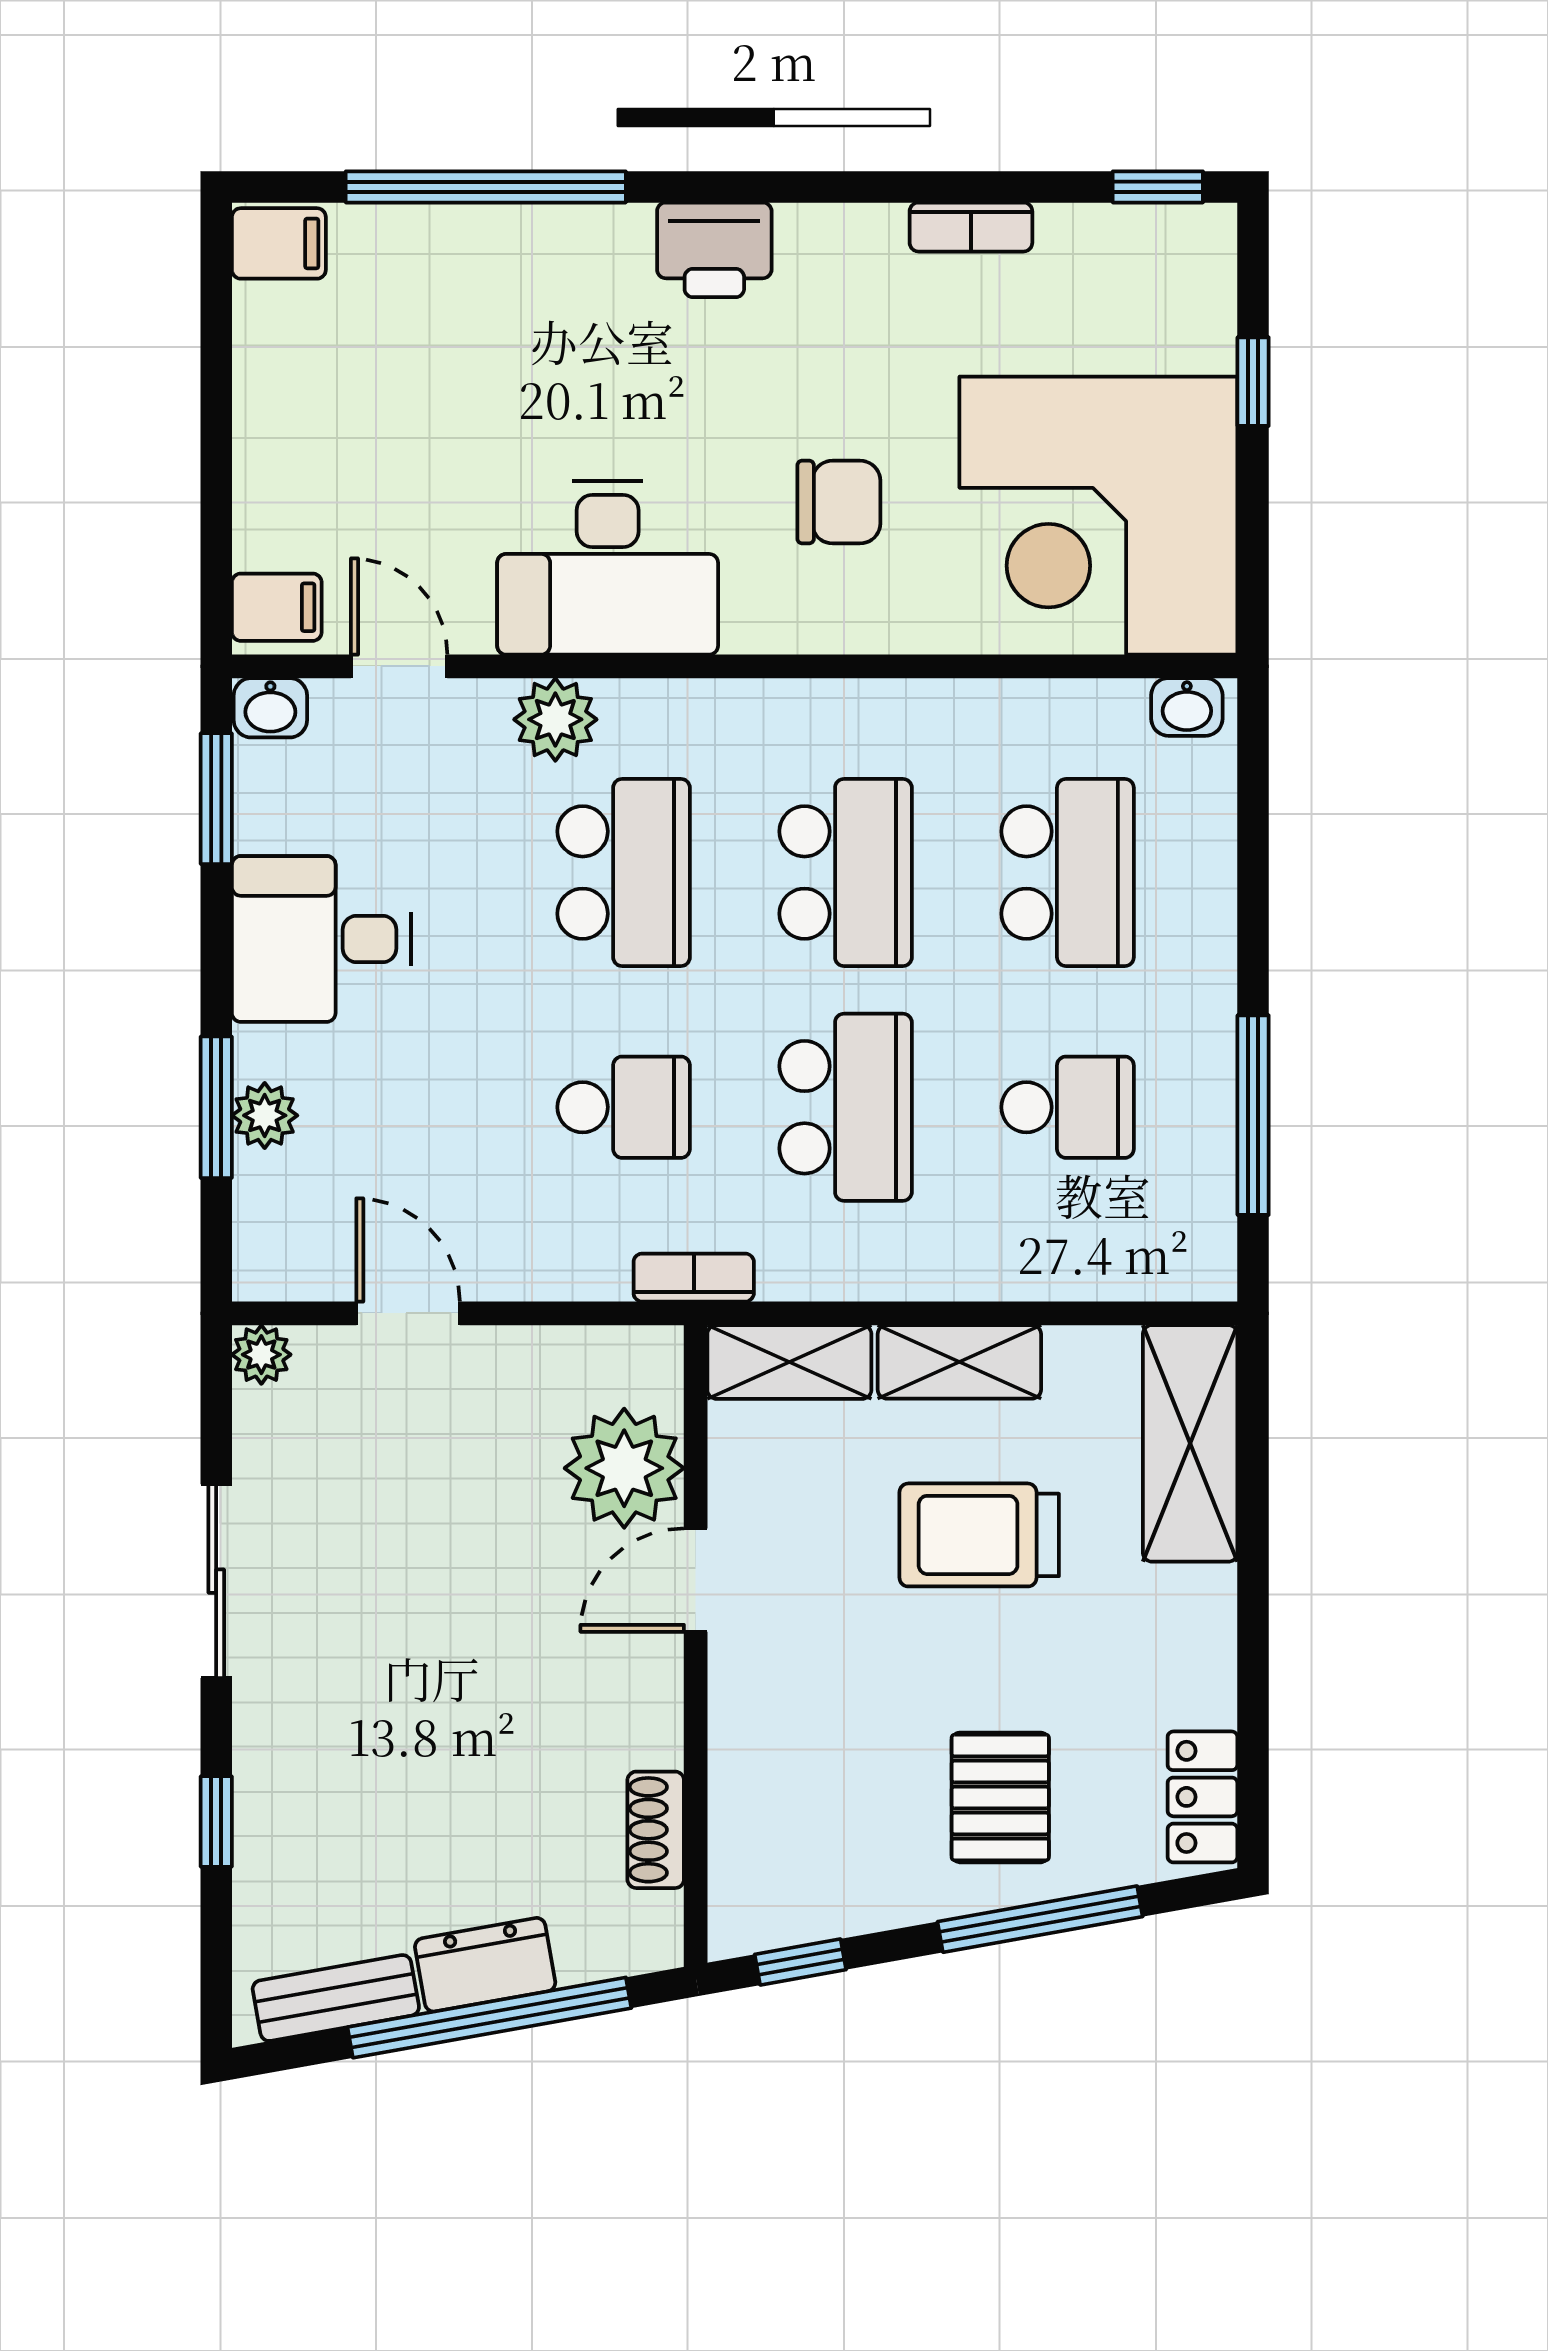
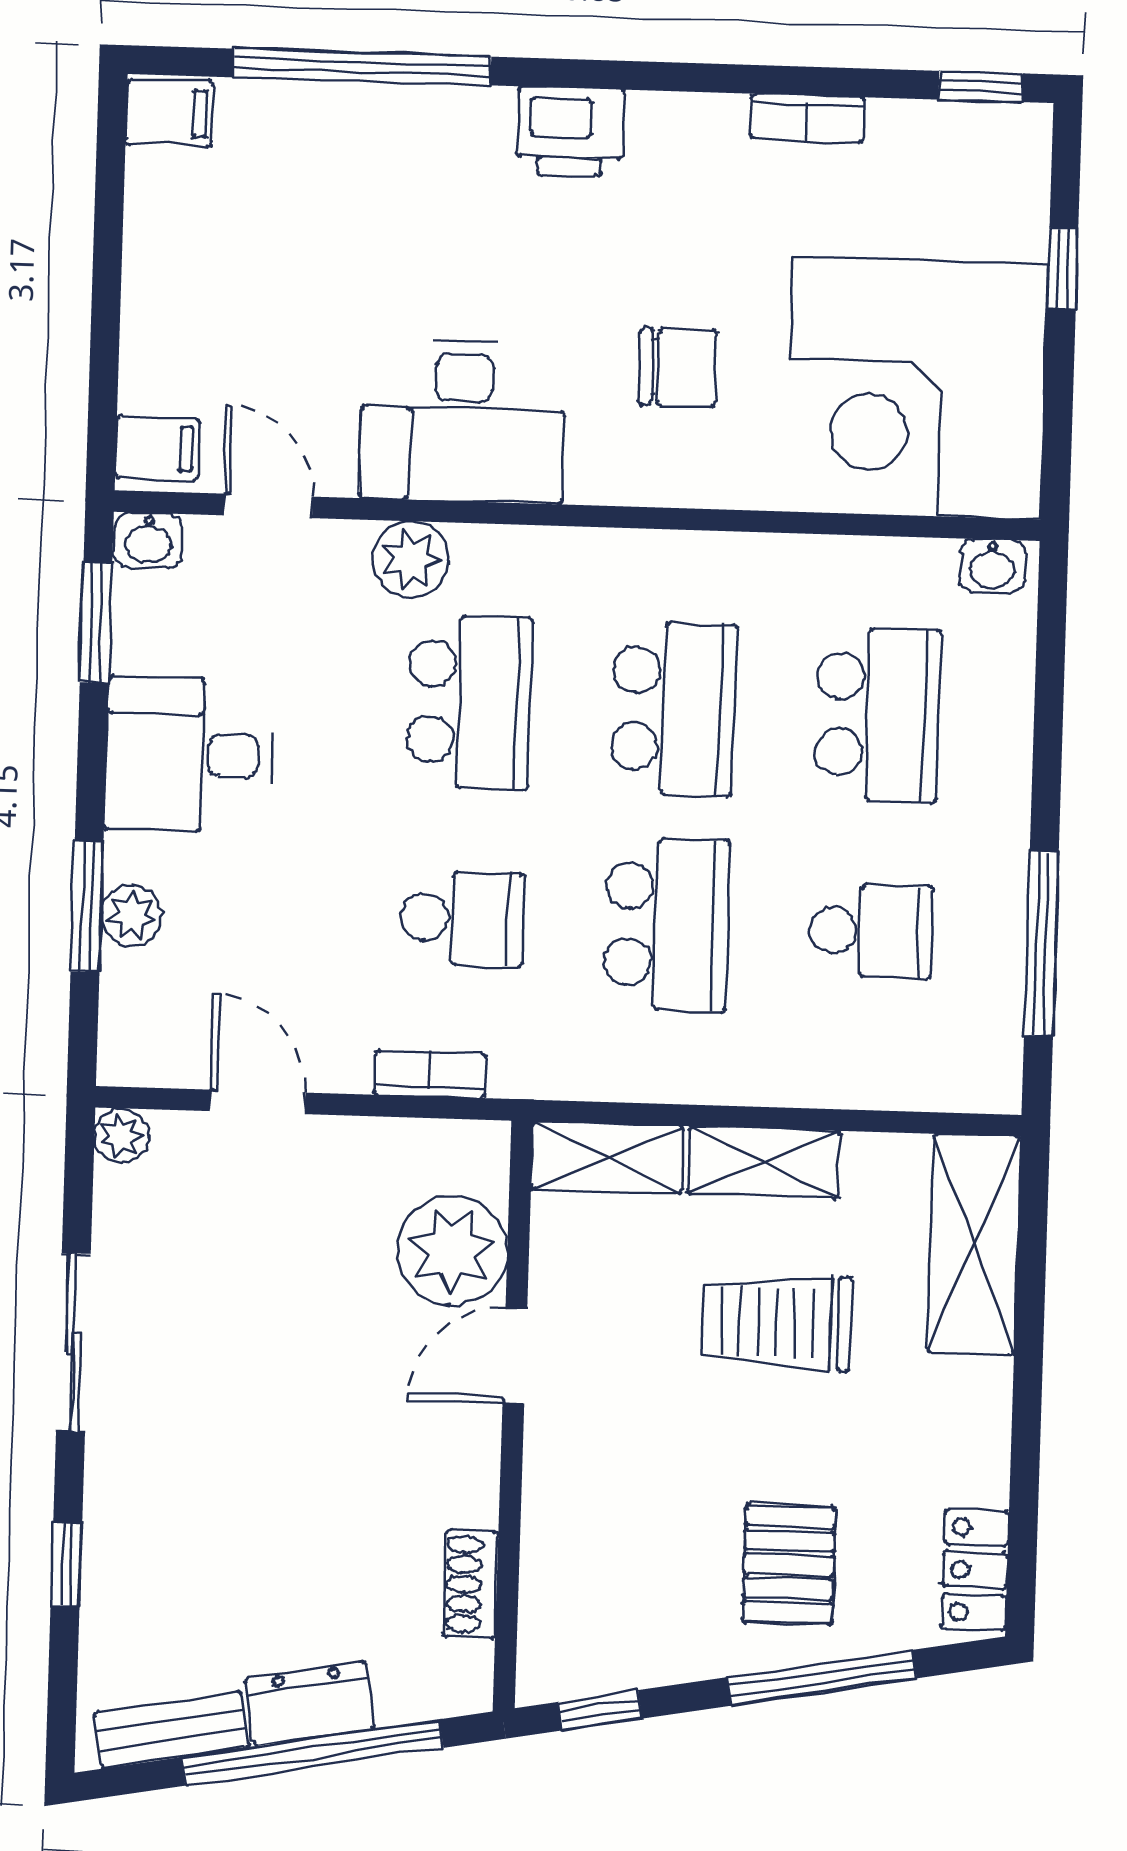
bookcase: (694, 1278) -> (430, 1074), moved

